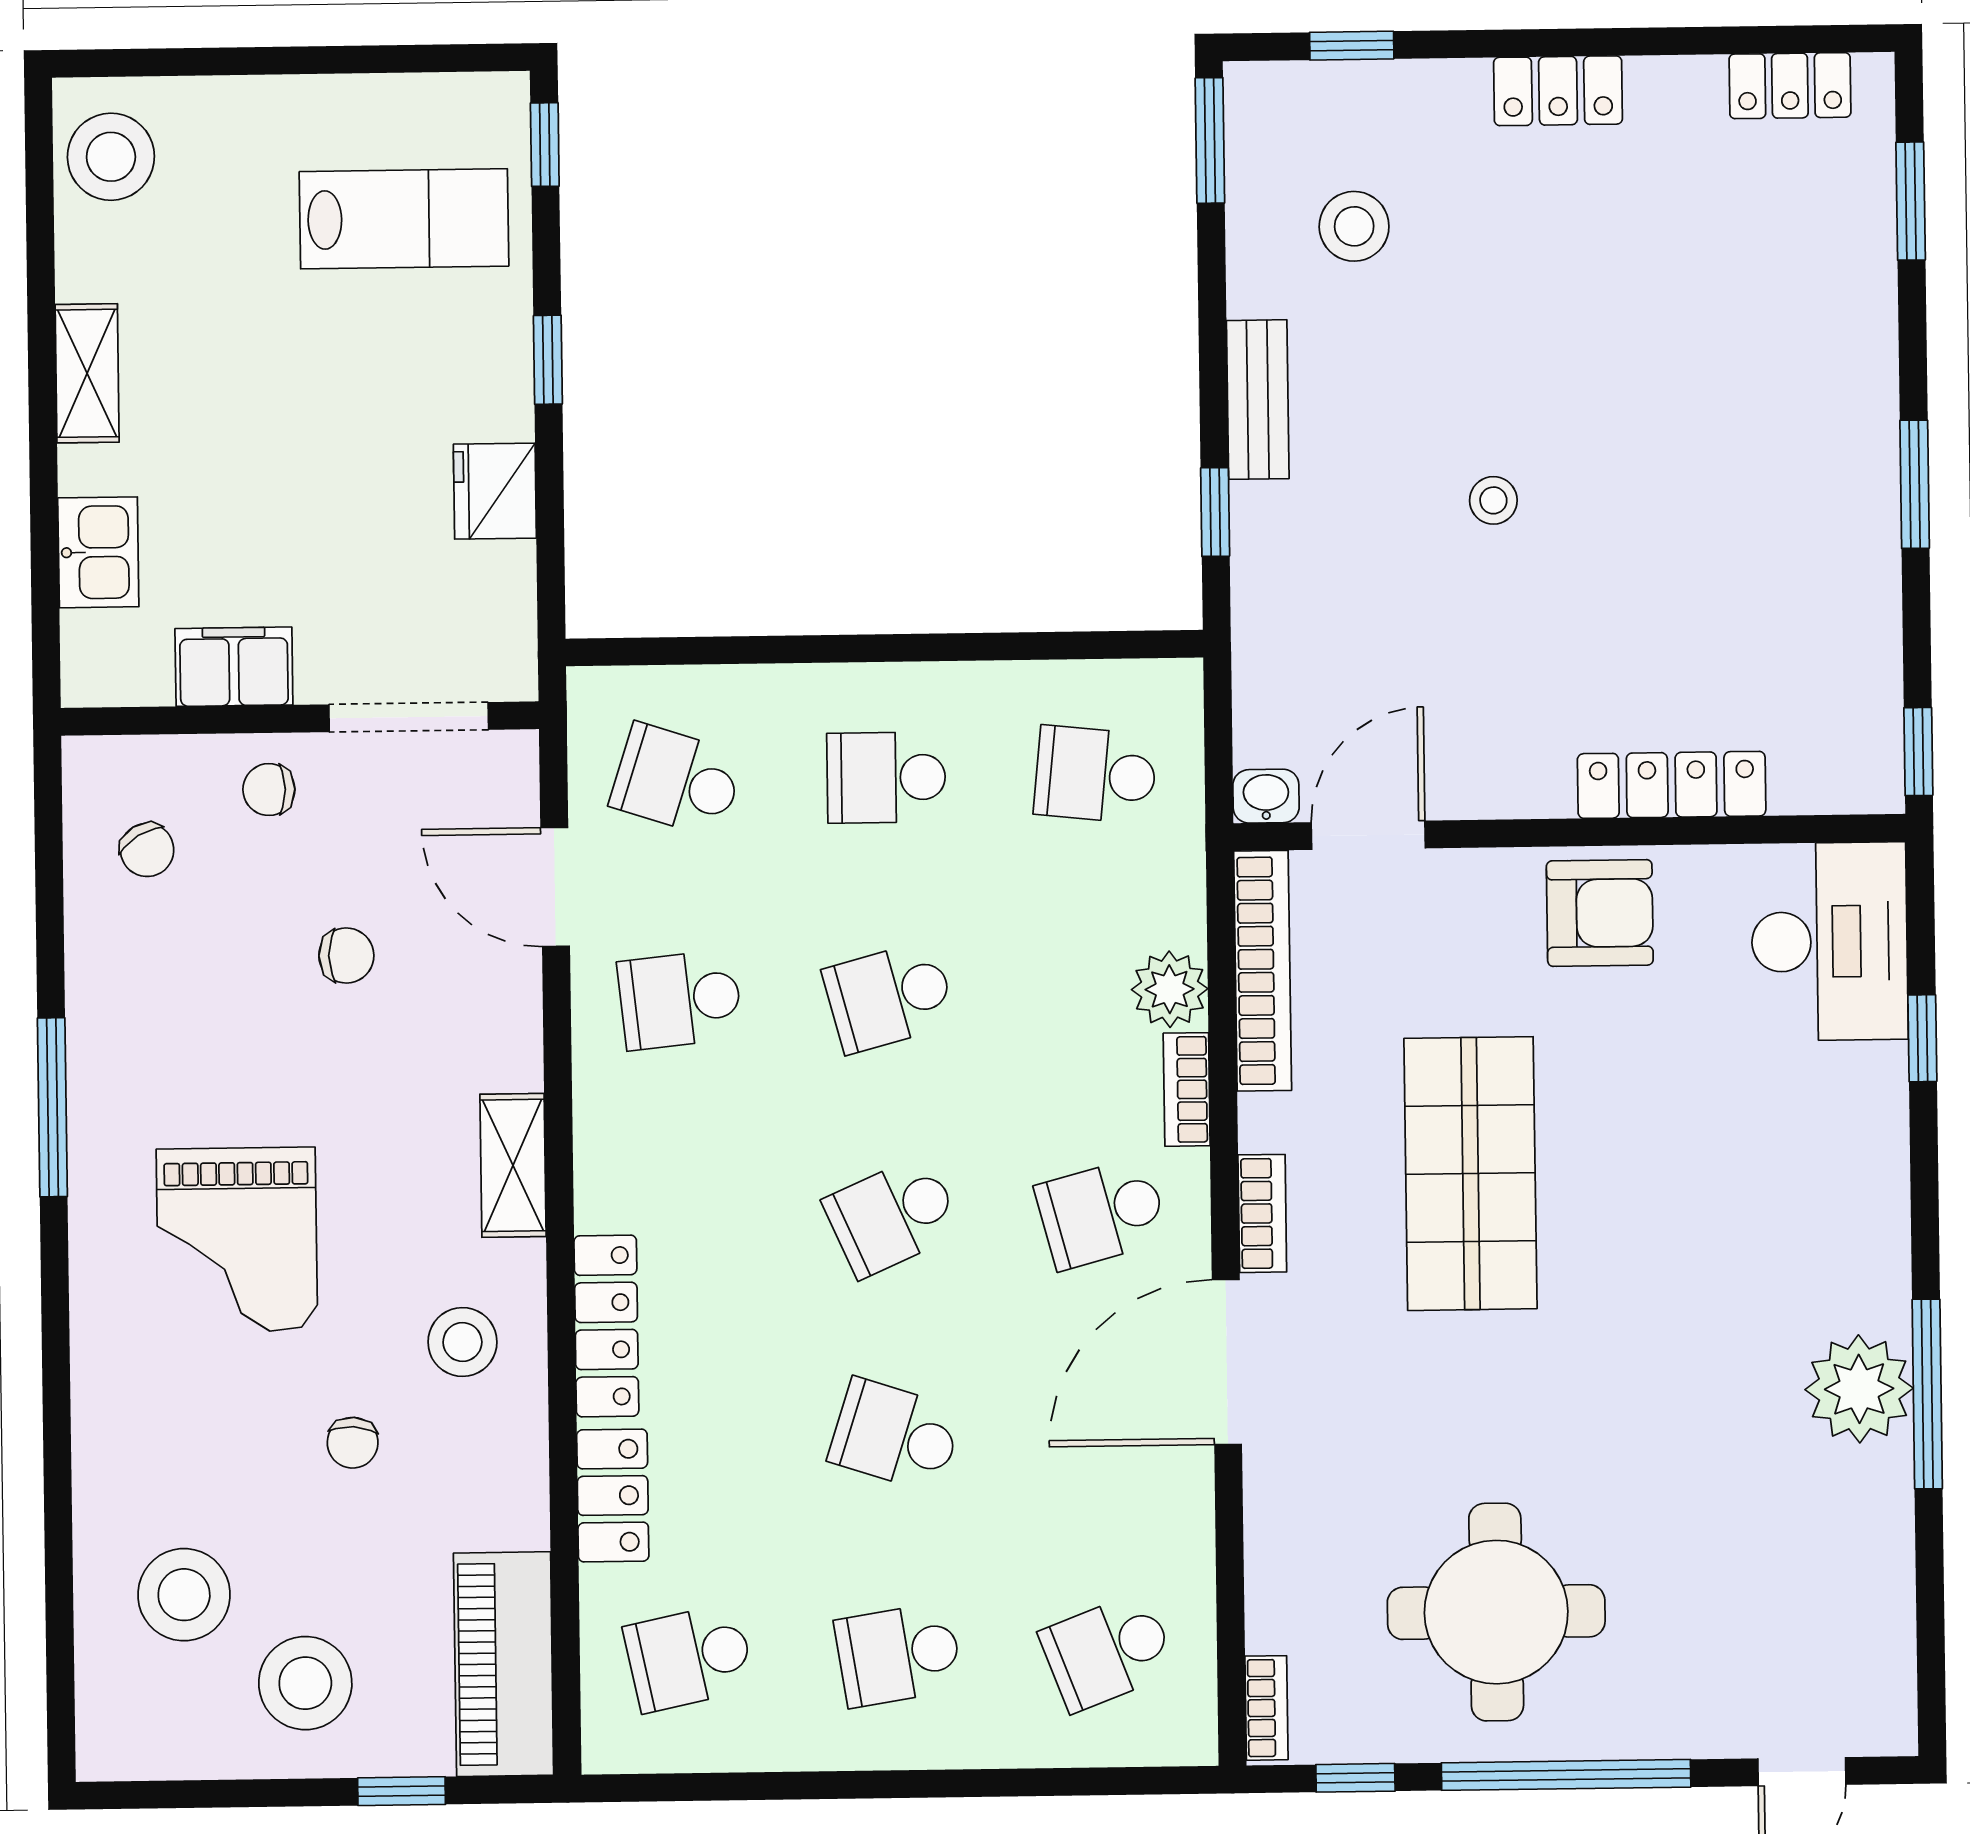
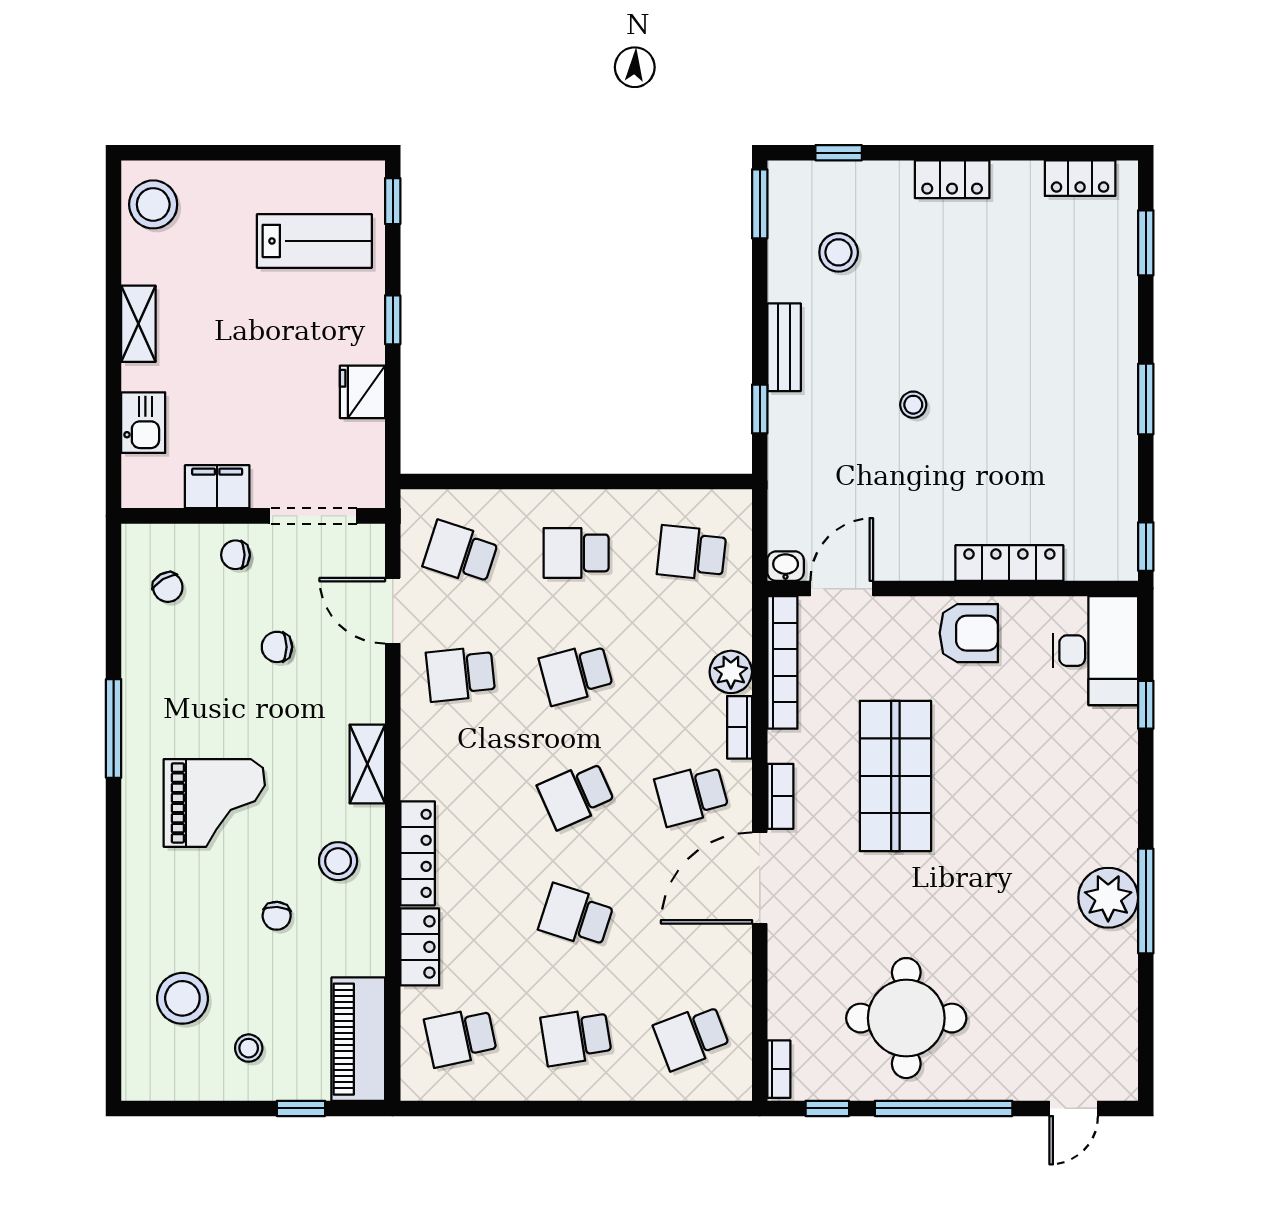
chair: (346, 955) -> (277, 647), turned 180
grand piano: (237, 1240) -> (214, 803), turned -90
stool: (305, 1683) -> (249, 1048), width x0.53, depth x0.53

